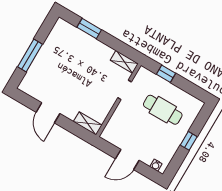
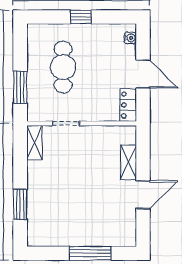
window: (166, 74) -> (20, 87), width x1.50
shelving: (88, 123) -> (128, 162), moved
locker: (113, 138) -> (128, 105), added

